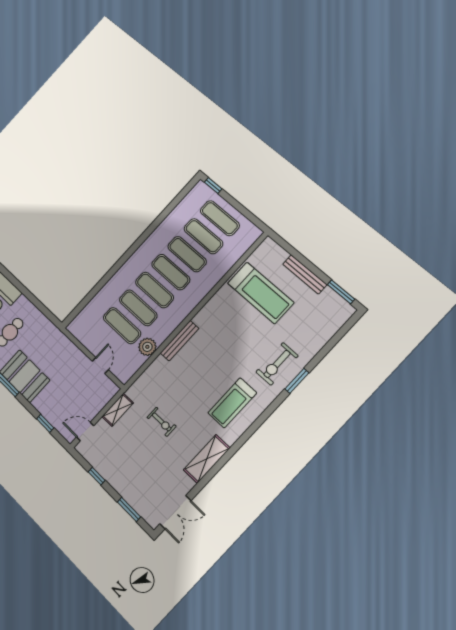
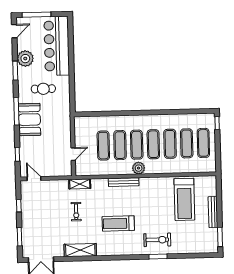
plant: (147, 347) -> (139, 168), moved
exercise bike: (277, 364) -> (157, 240), turned 180
treadmill: (232, 403) -> (118, 223), moved
shelving: (118, 410) -> (80, 184), moved

